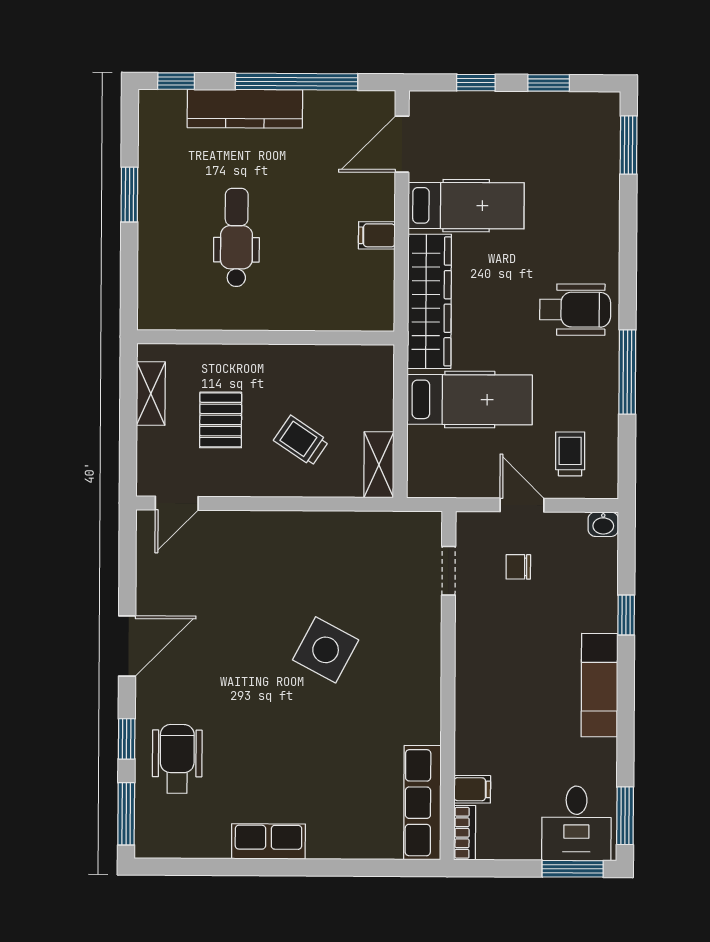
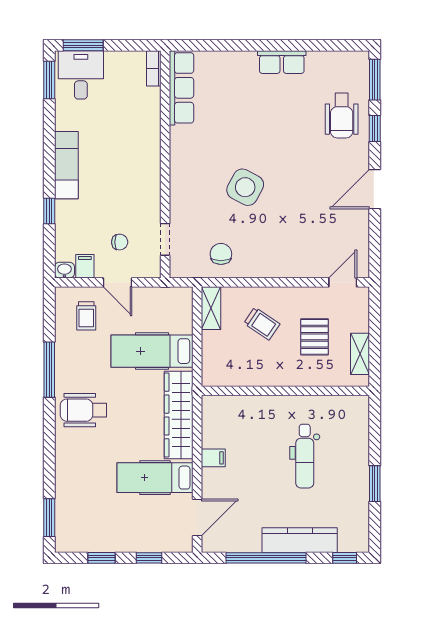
chair: (363, 548) -> (221, 254), added
filing cabinet: (472, 789) -> (85, 266), moved, turned 90

